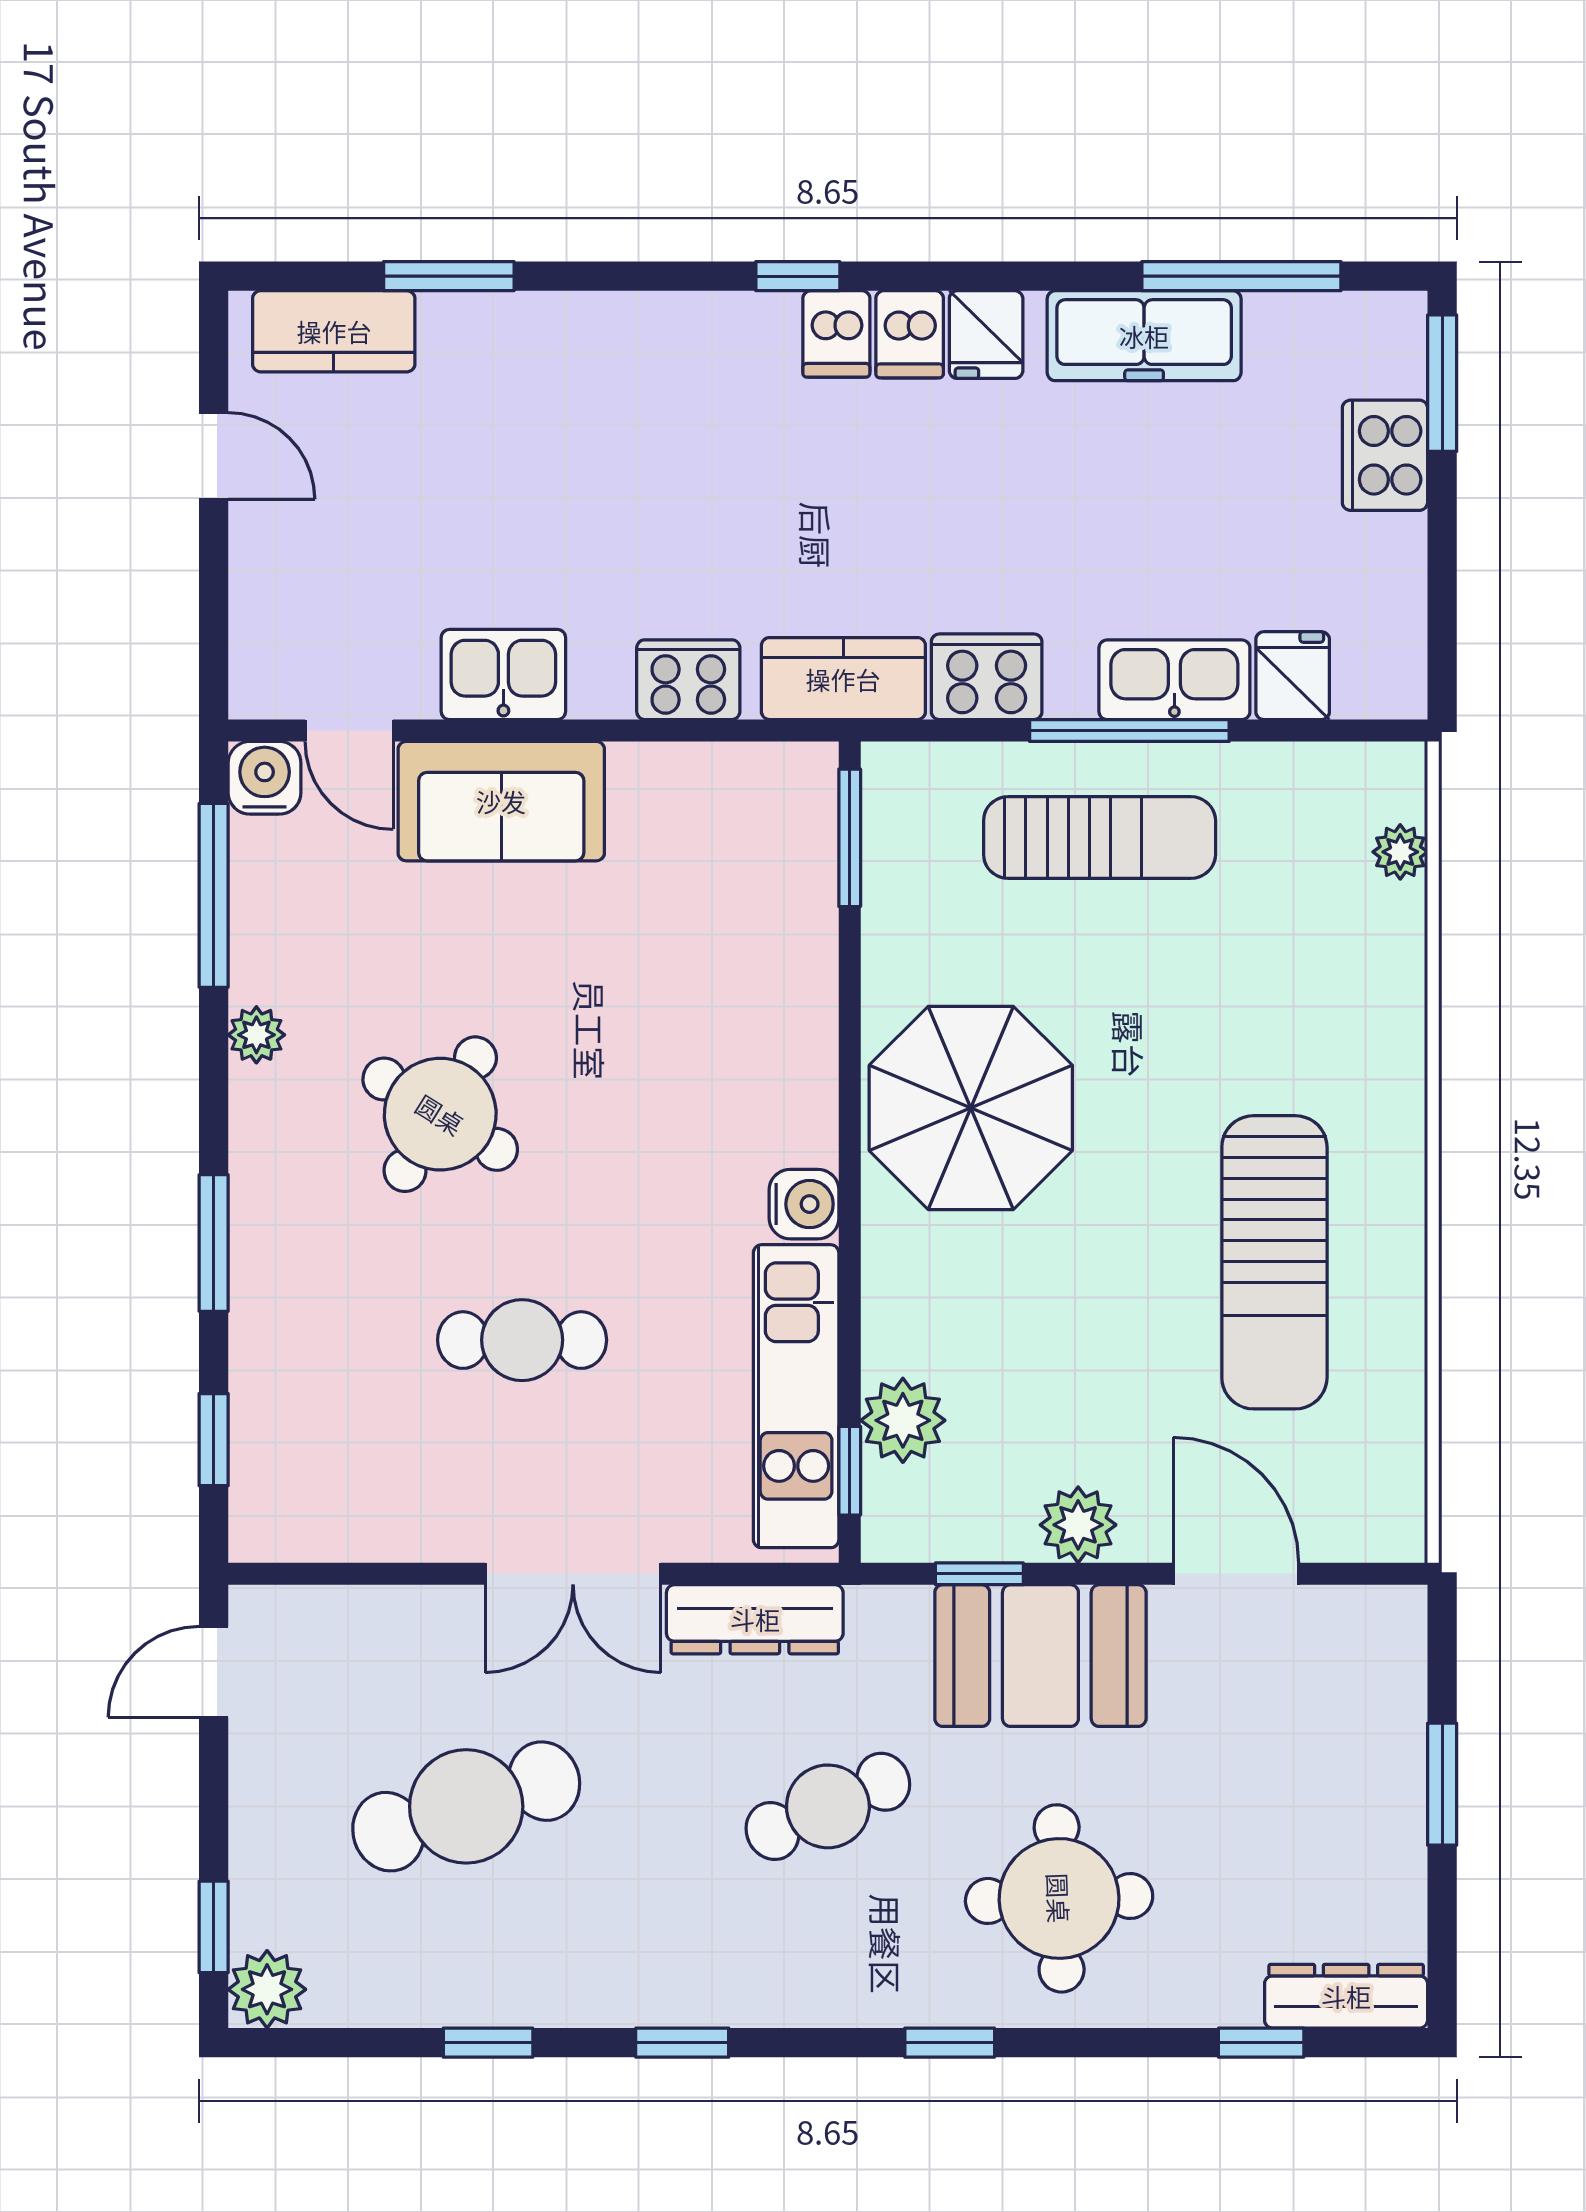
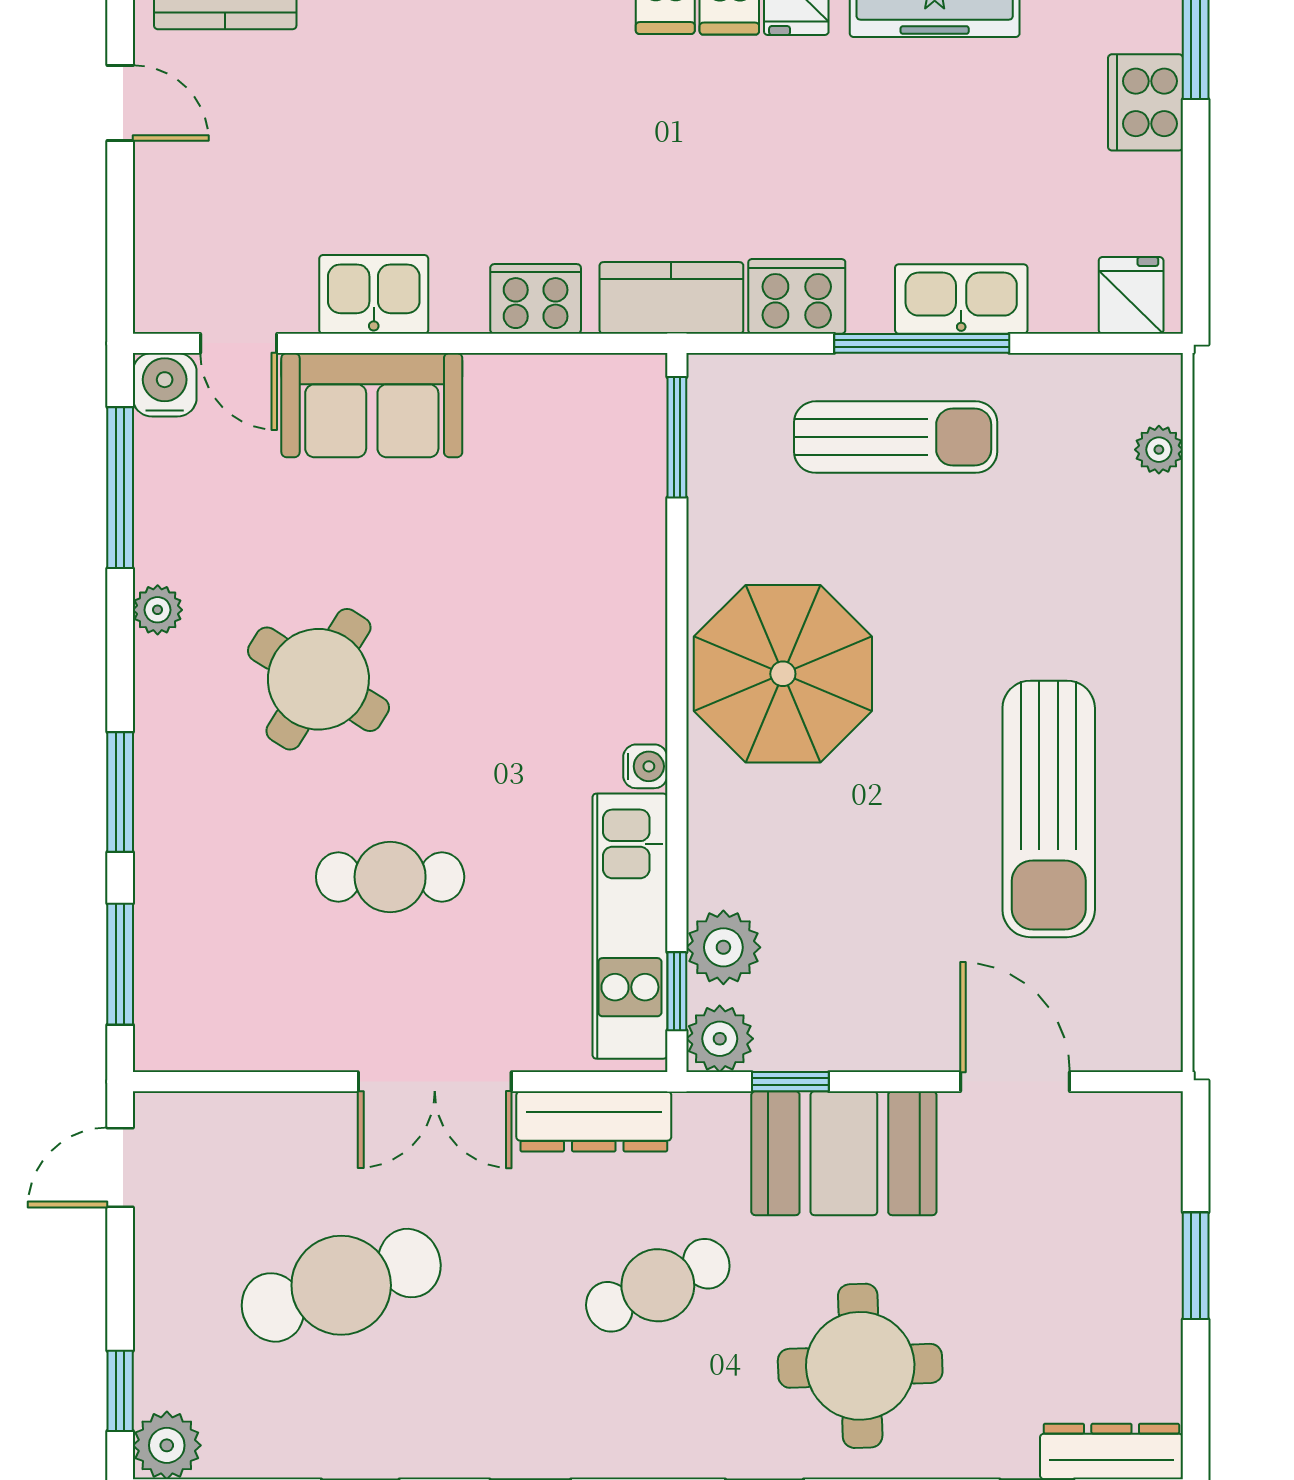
fridge: (1293, 676) -> (1131, 295), moved
water cooler: (804, 1204) -> (645, 766), width x0.72, depth x0.72
window: (214, 1440) -> (120, 964), width x1.50
plant: (1078, 1525) -> (720, 1039), moved

